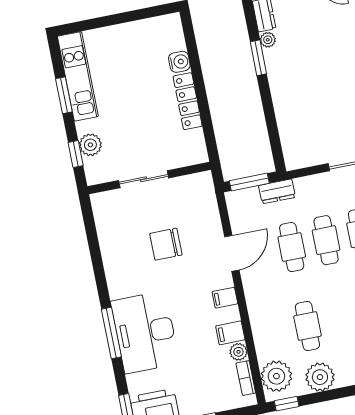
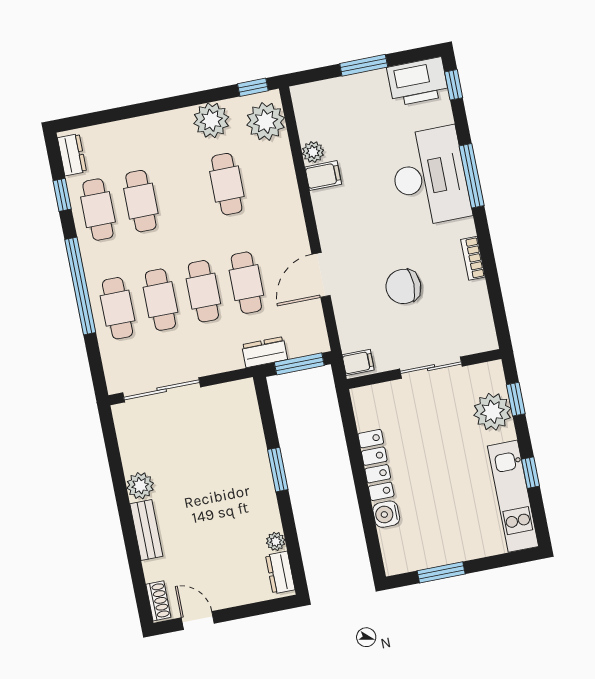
window: (135, 15) -> (441, 572), added
window: (258, 58) -> (278, 470), moved
window: (64, 95) -> (530, 473), width x0.67
plant: (90, 145) -> (492, 412), width x1.36, depth x1.36
chair: (166, 244) -> (403, 286), turned 180
filing cabinet: (225, 298) -> (358, 362), moved
bookcase: (246, 378) -> (473, 258), moved, turned 180

